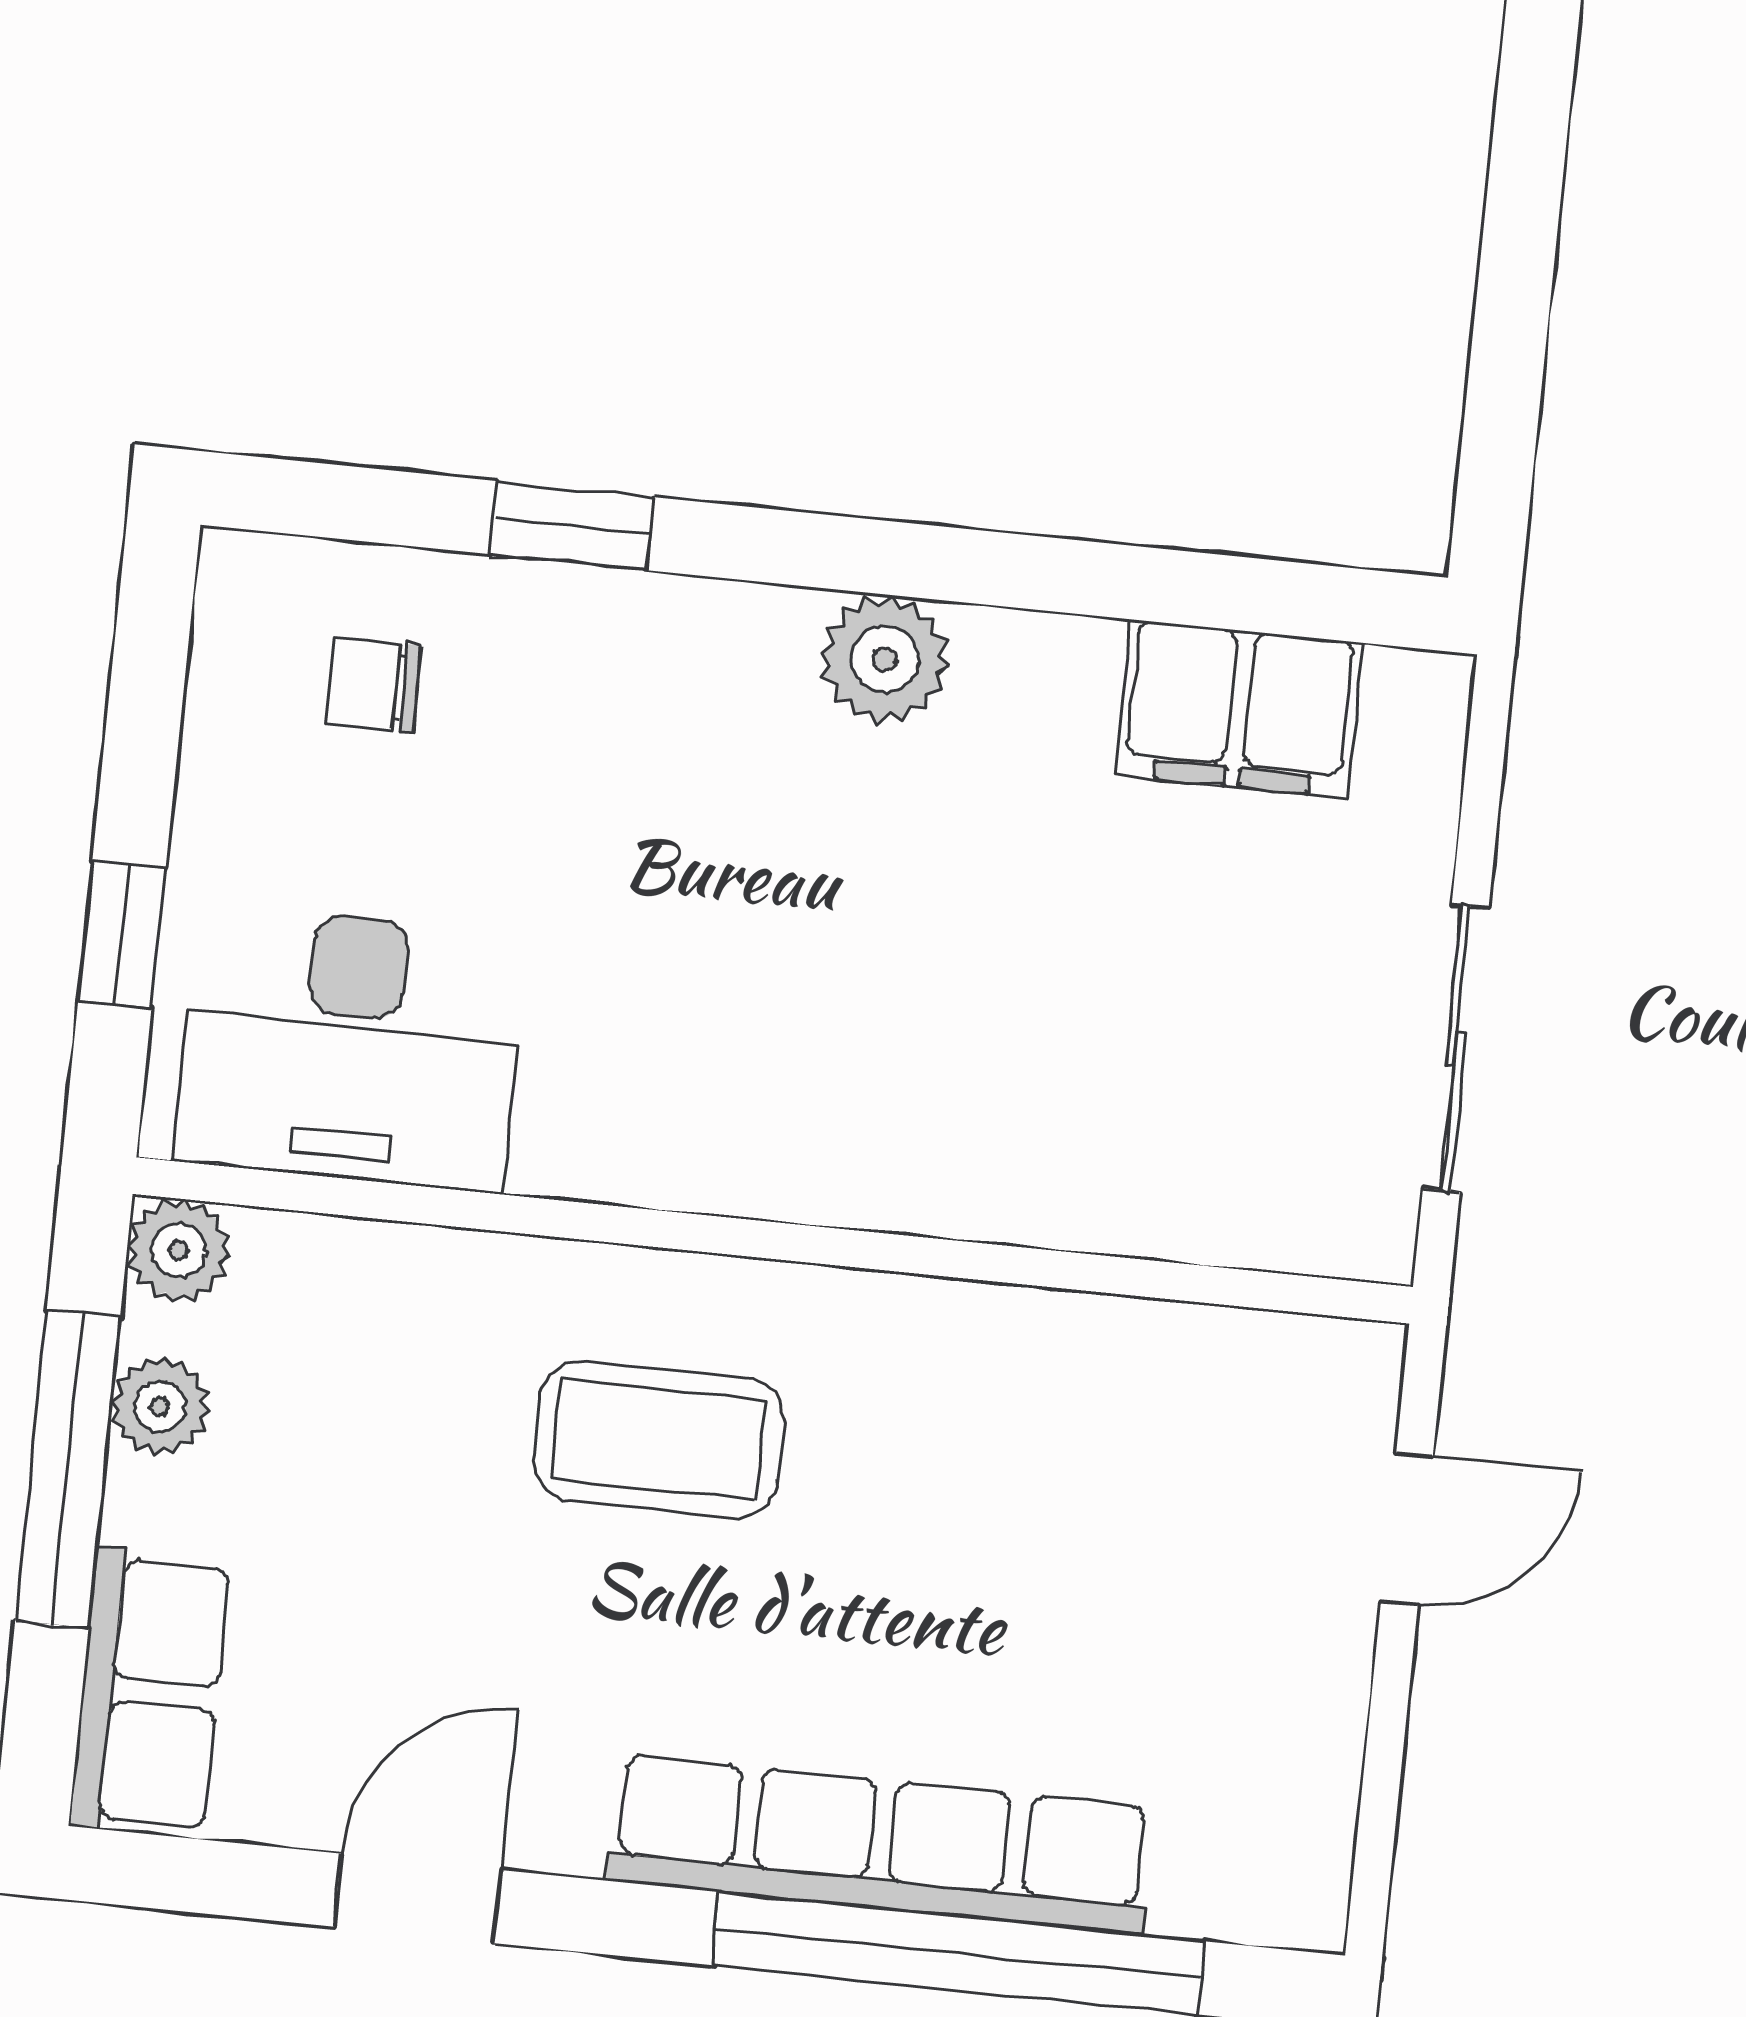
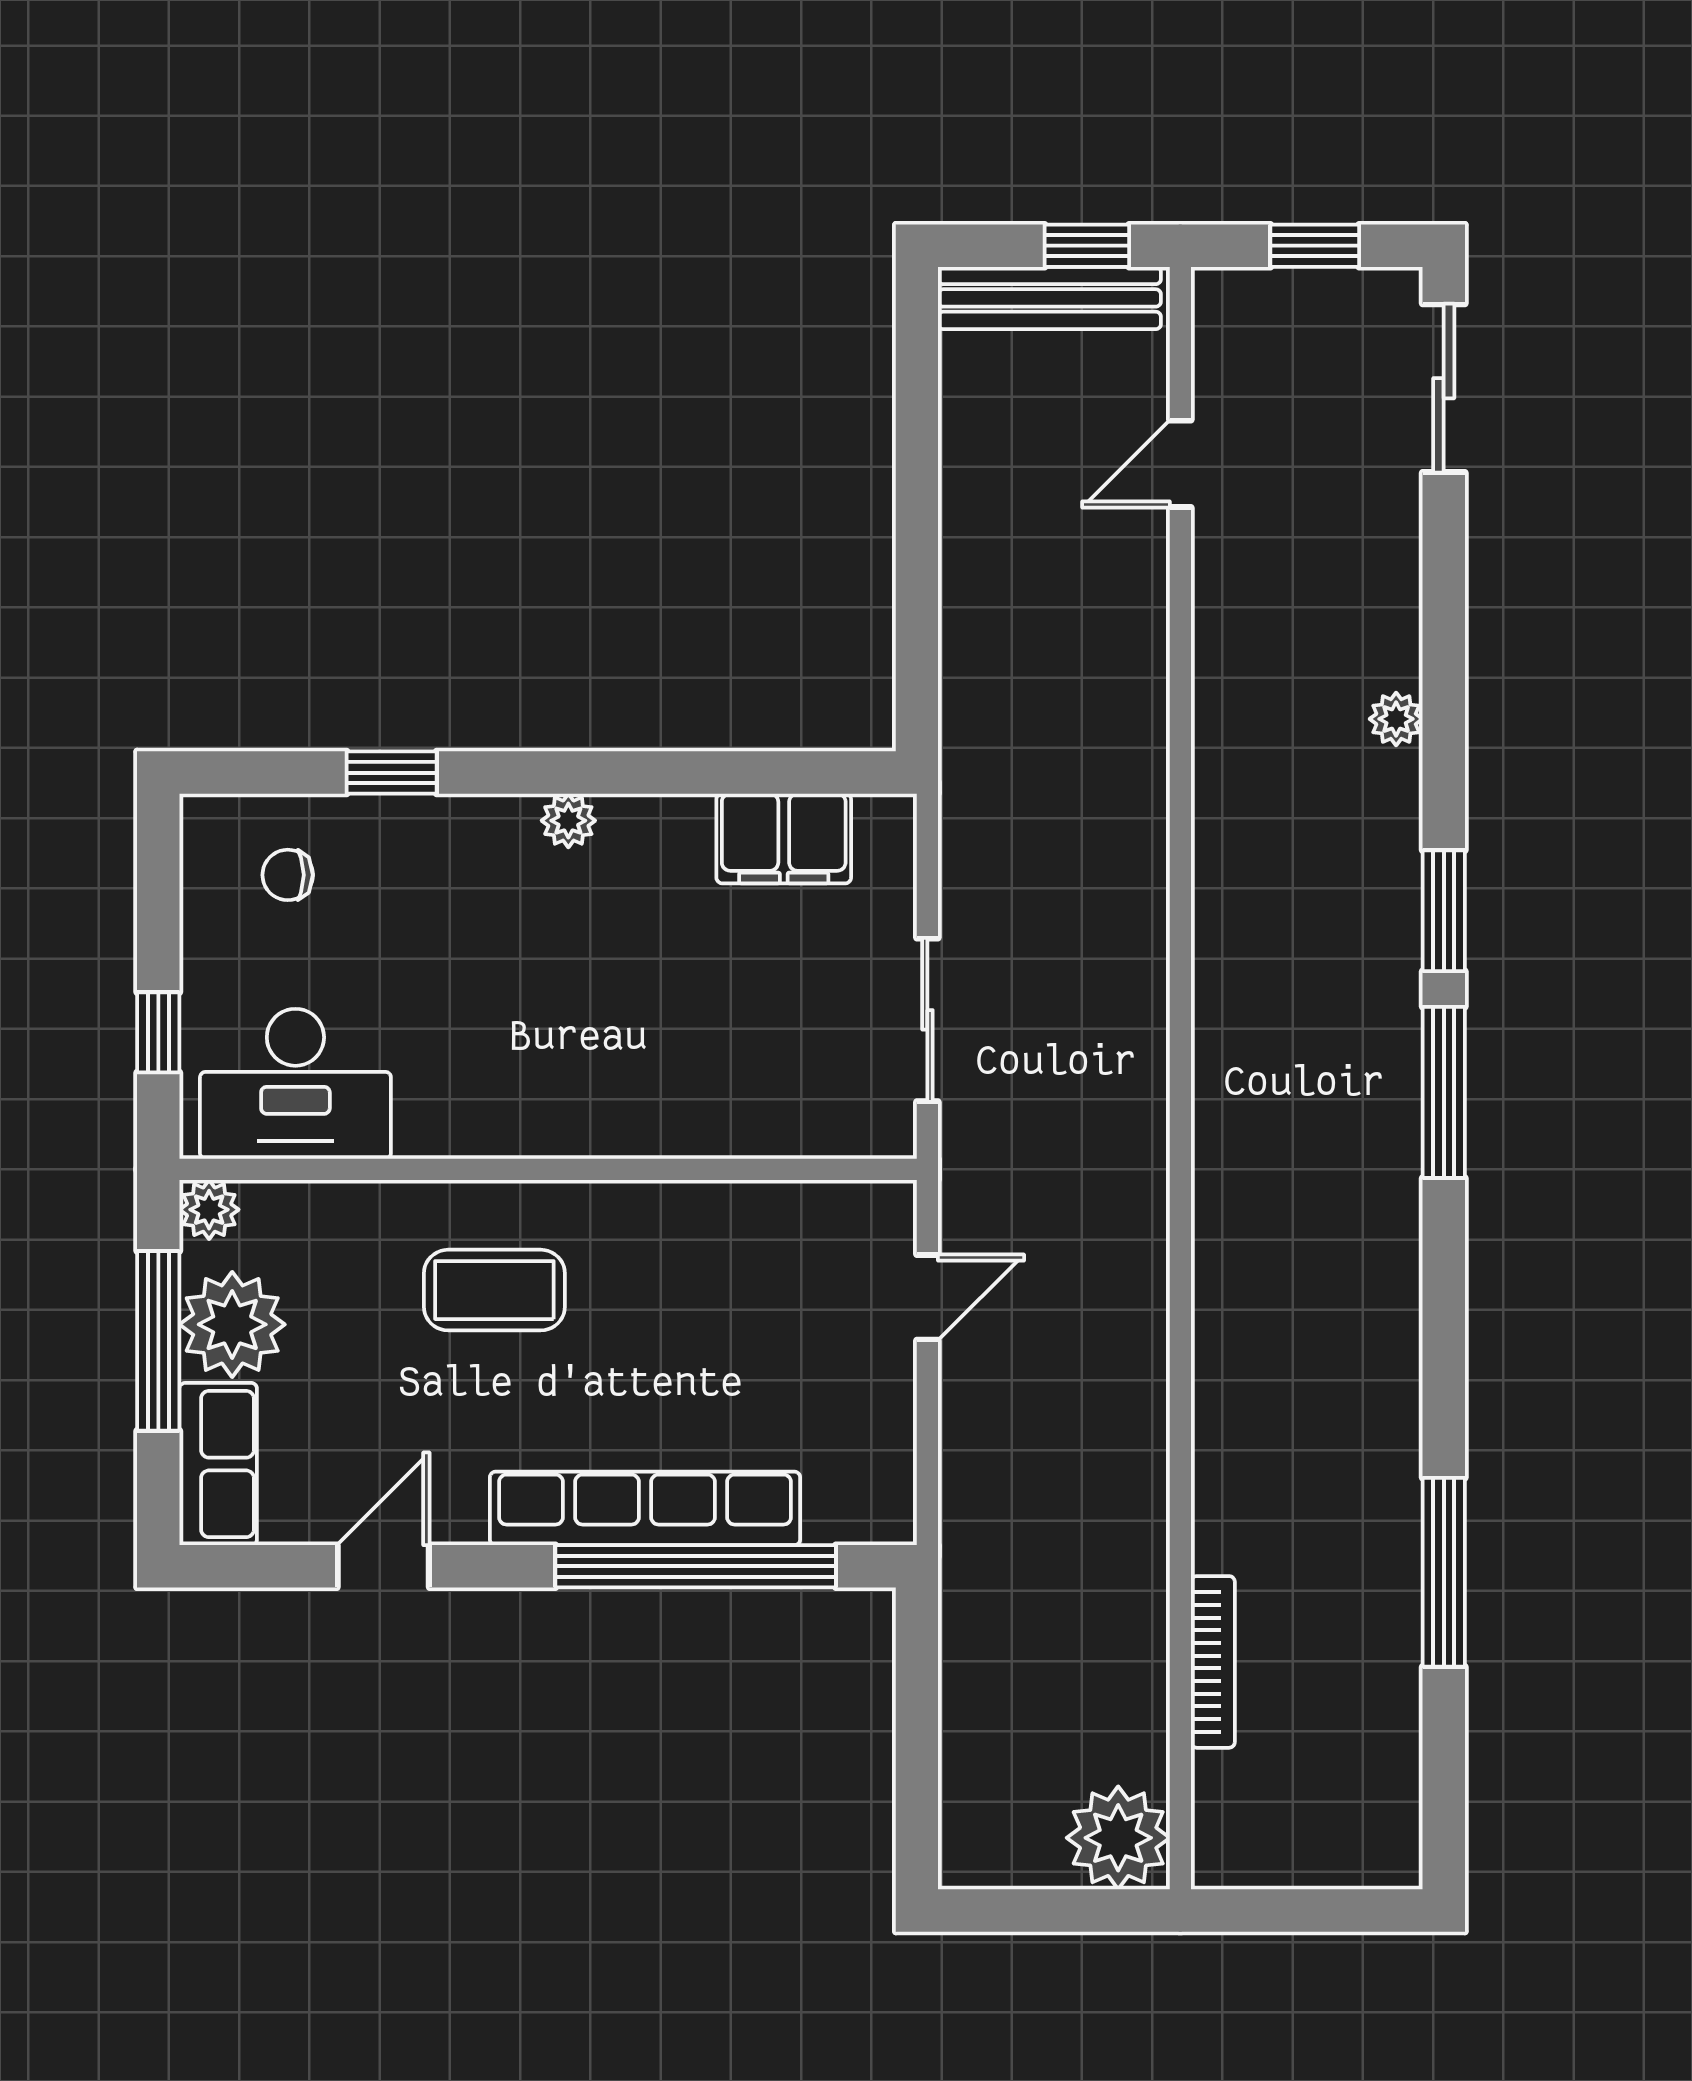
plant: (885, 659) -> (568, 821), width x0.73, depth x0.73
plant: (160, 1406) -> (232, 1324), width x1.87, depth x1.87

